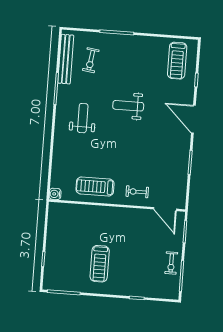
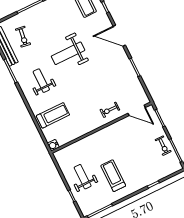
weight bench: (128, 106) -> (68, 53), width x1.36, depth x1.33
treadmill: (95, 186) -> (53, 115), moved, turned 180
weight bench: (67, 246) -> (83, 177), added
treadmill: (100, 264) -> (113, 176), turned 180

